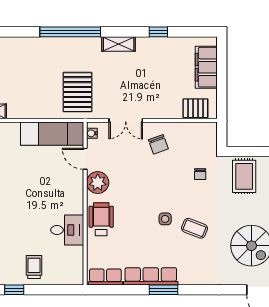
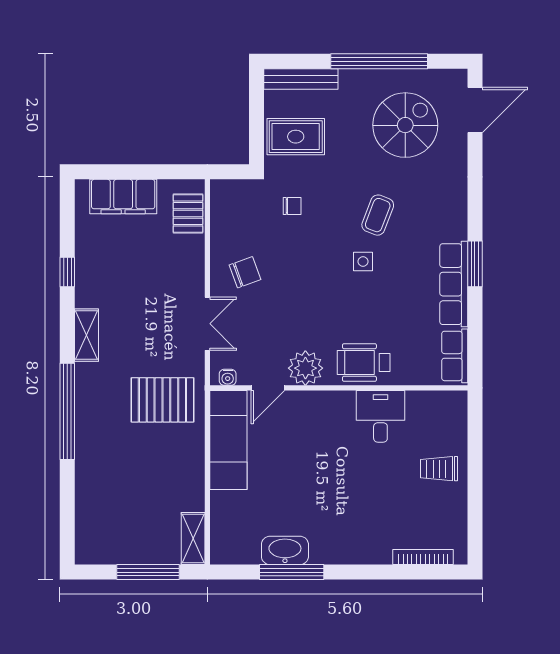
window: (14, 290) -> (475, 500), removed

